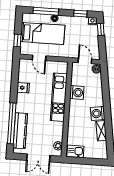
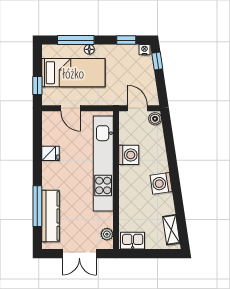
kitchen unit: (59, 97) -> (103, 164), width x1.36
window: (12, 123) -> (37, 206), width x0.68
shelving: (101, 131) -> (171, 230), moved

